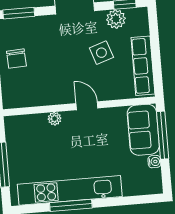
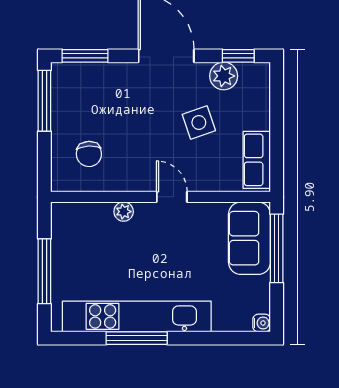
chair: (16, 59) -> (89, 154), moved
row of seats: (143, 66) -> (257, 160), width x0.68
water cooler: (154, 162) -> (262, 323), moved

